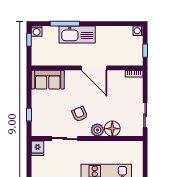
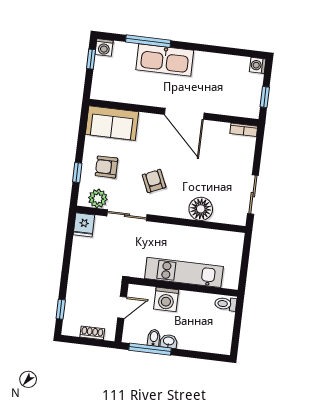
armchair: (48, 109) -> (106, 167), added
plant: (97, 130) -> (98, 198), moved

